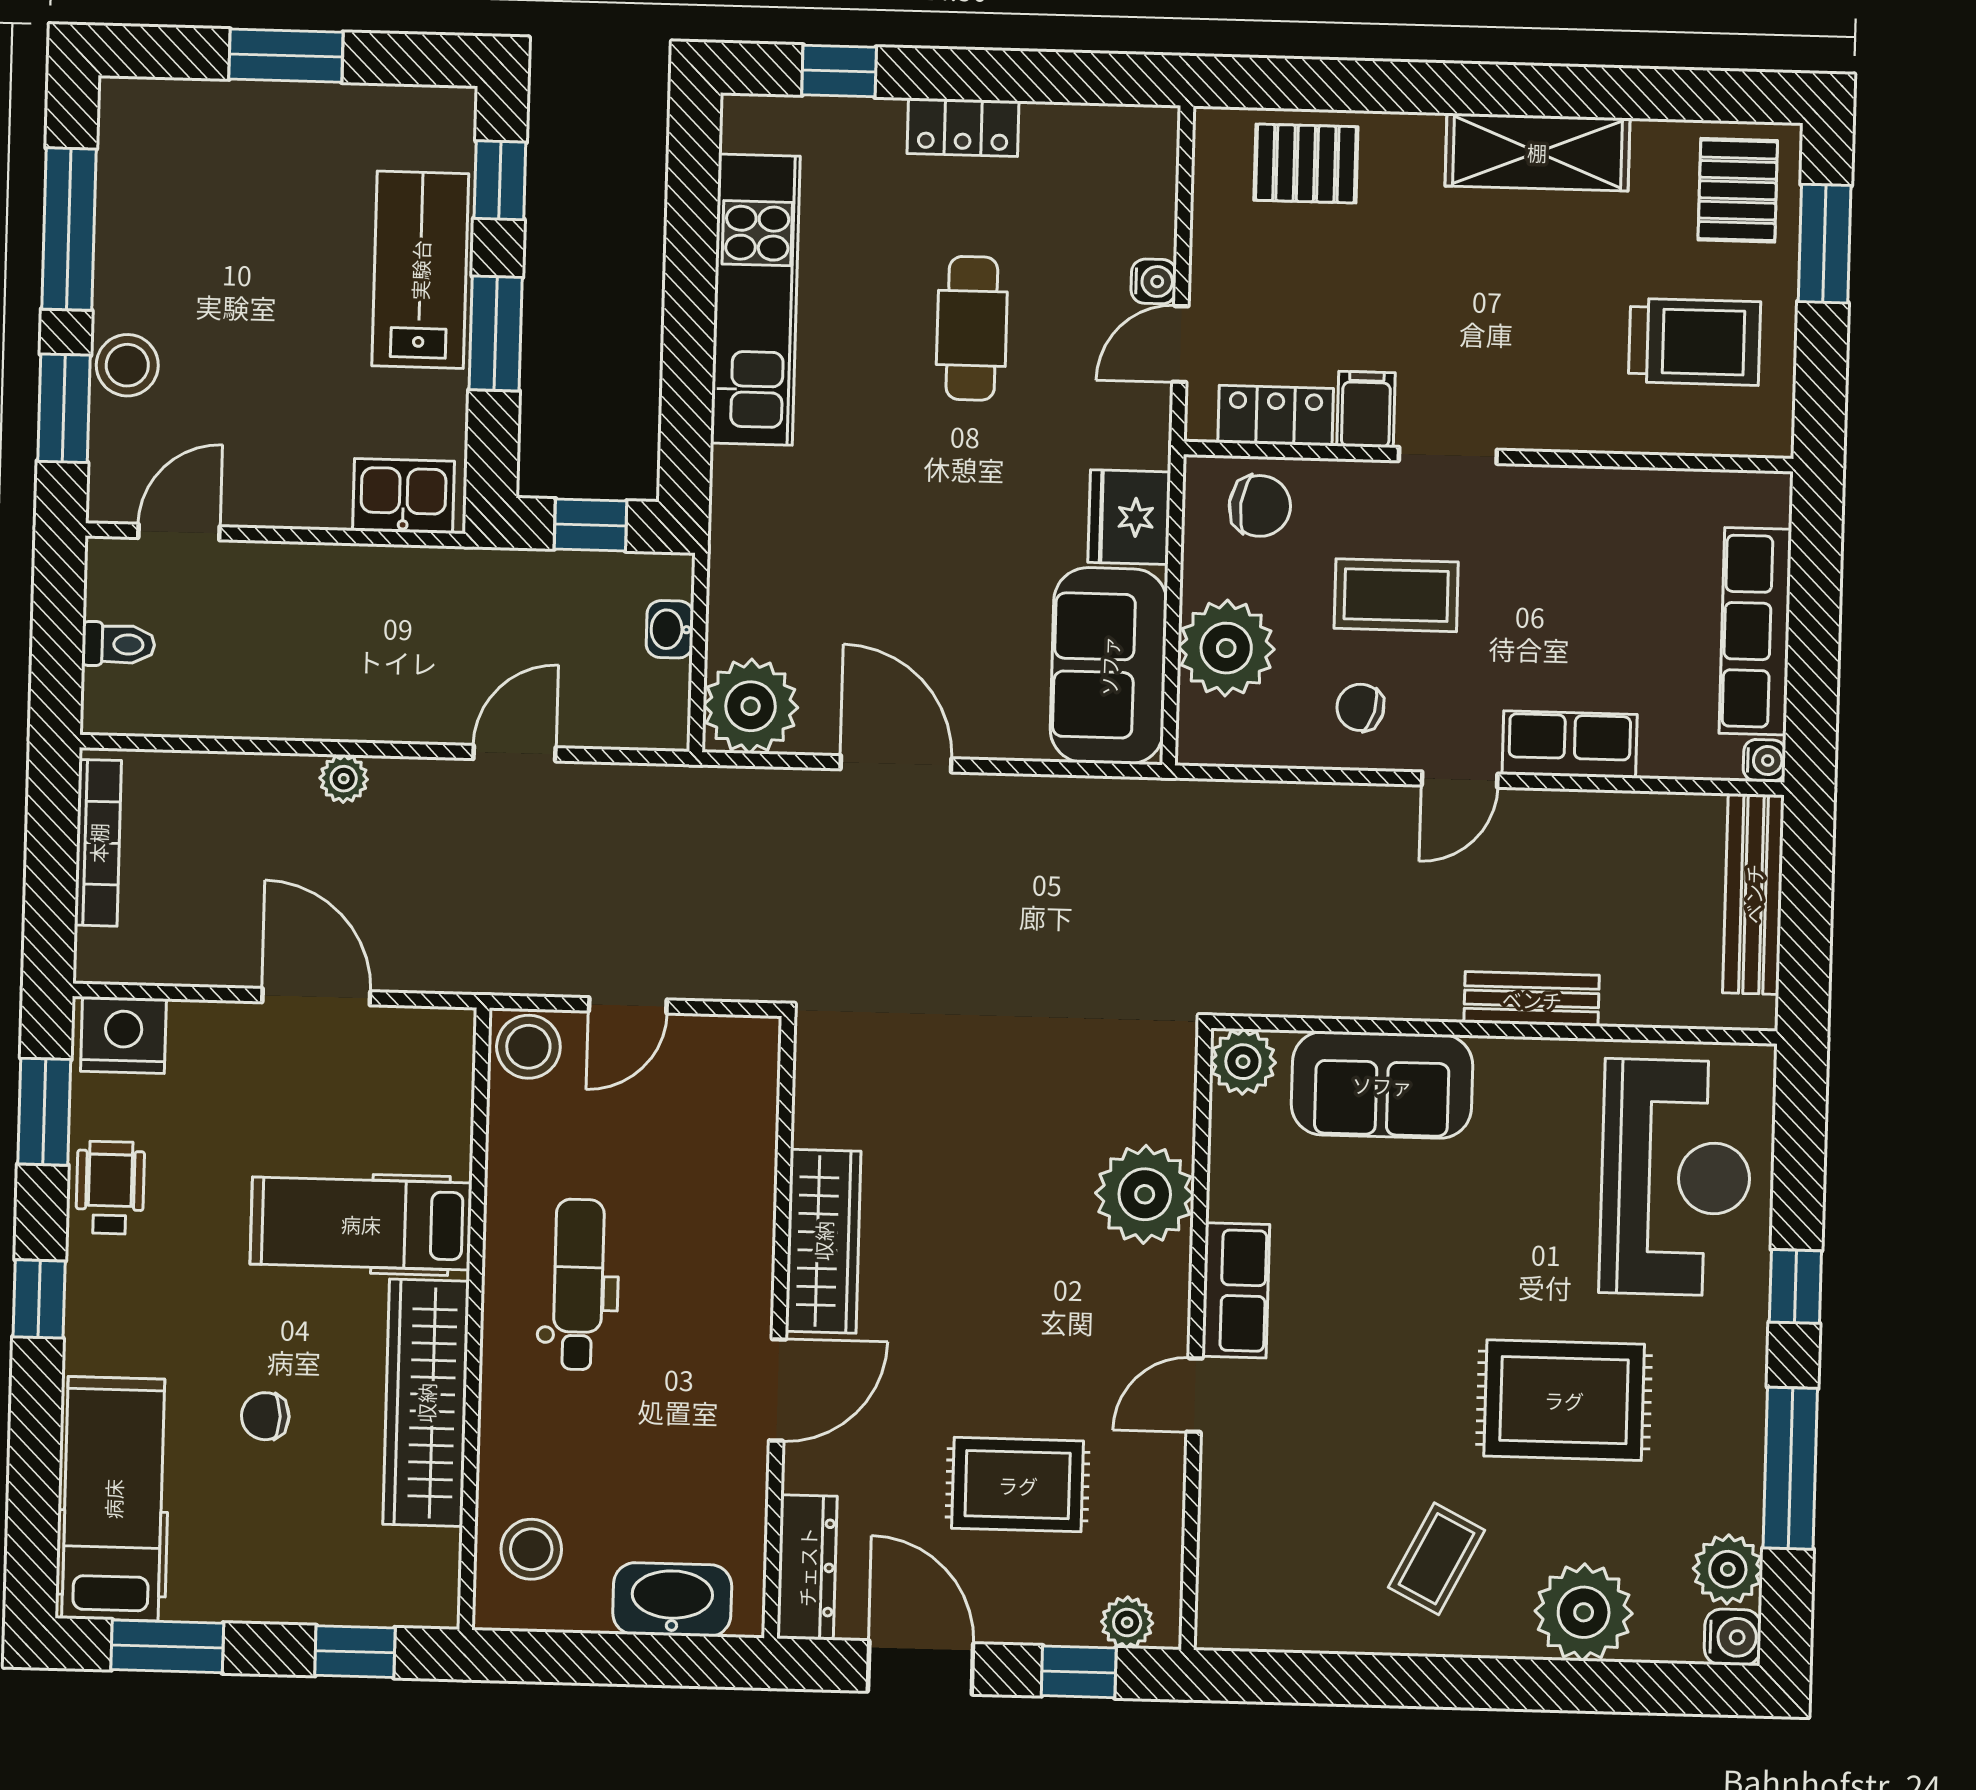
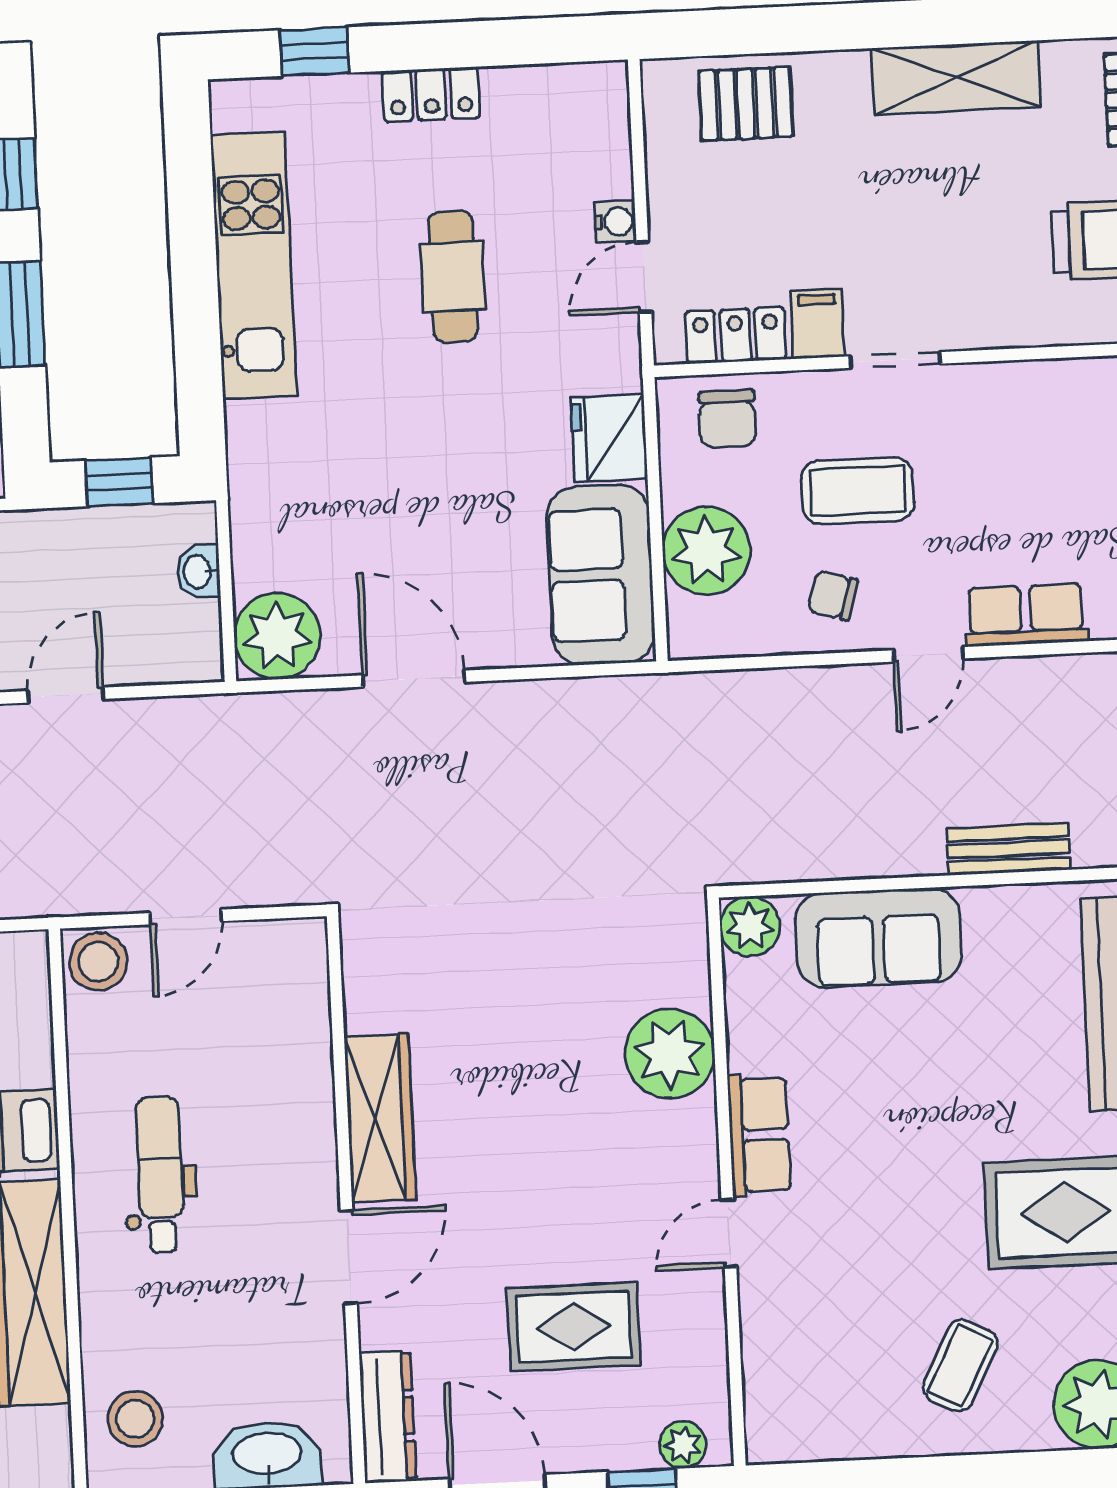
chair: (1260, 506) -> (727, 419), turned 83

